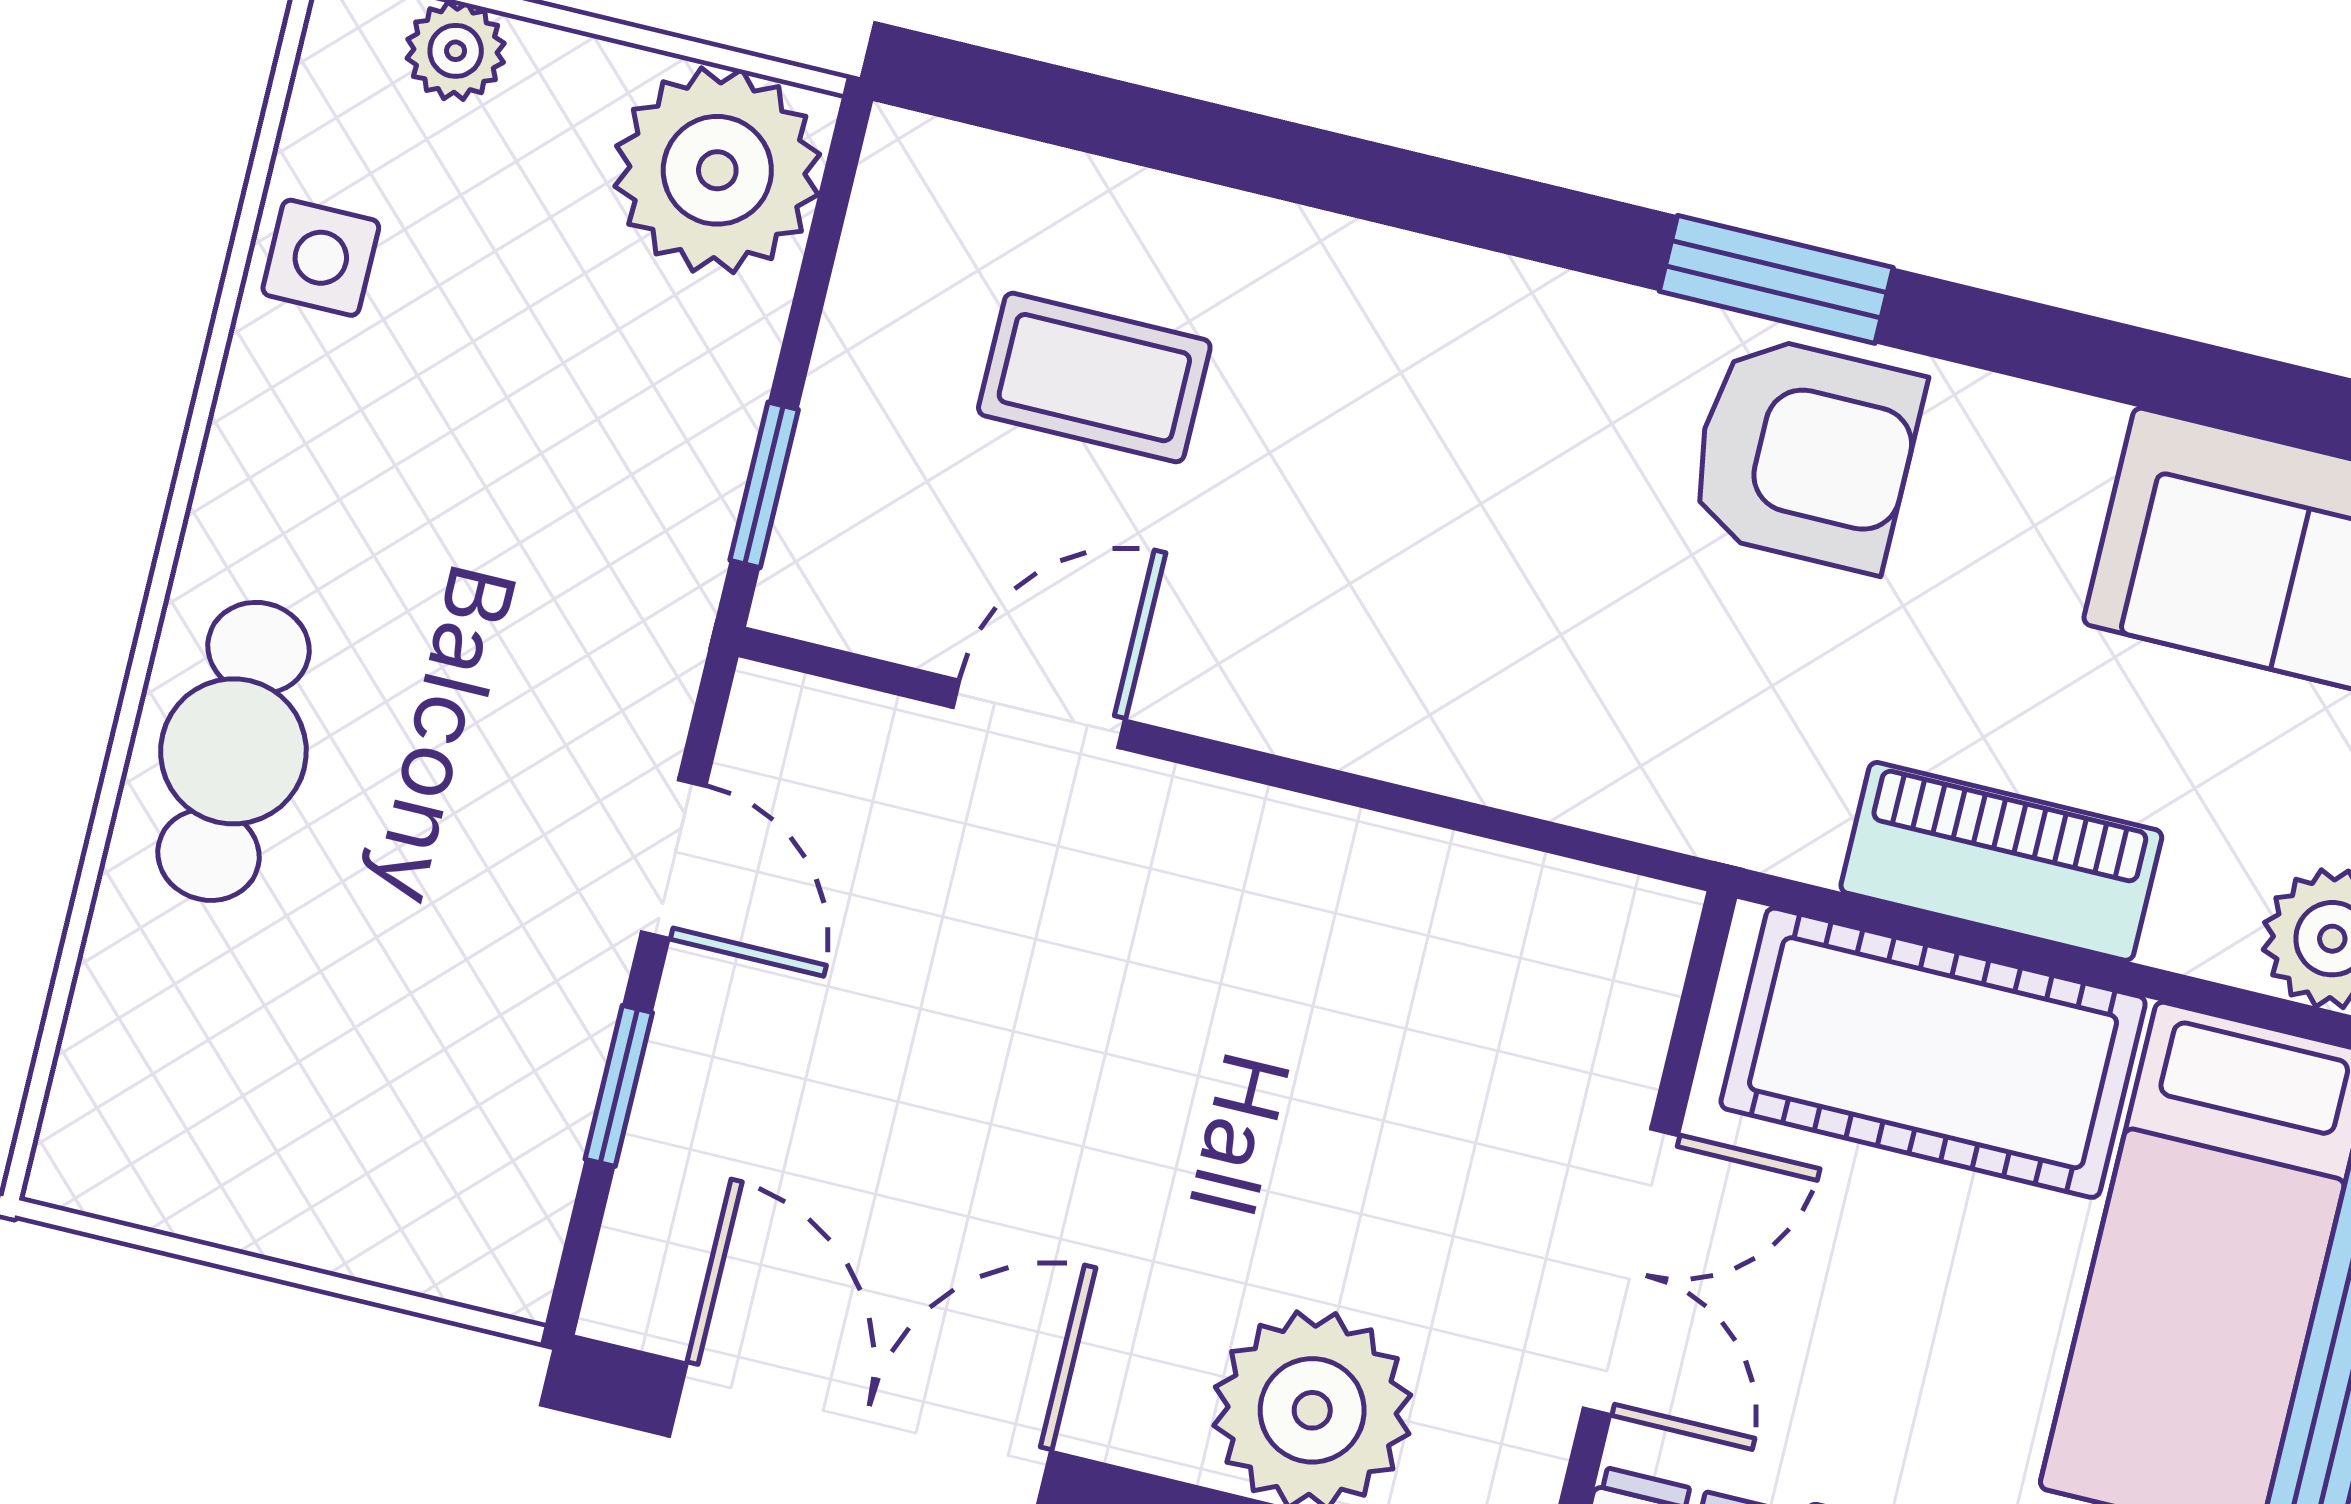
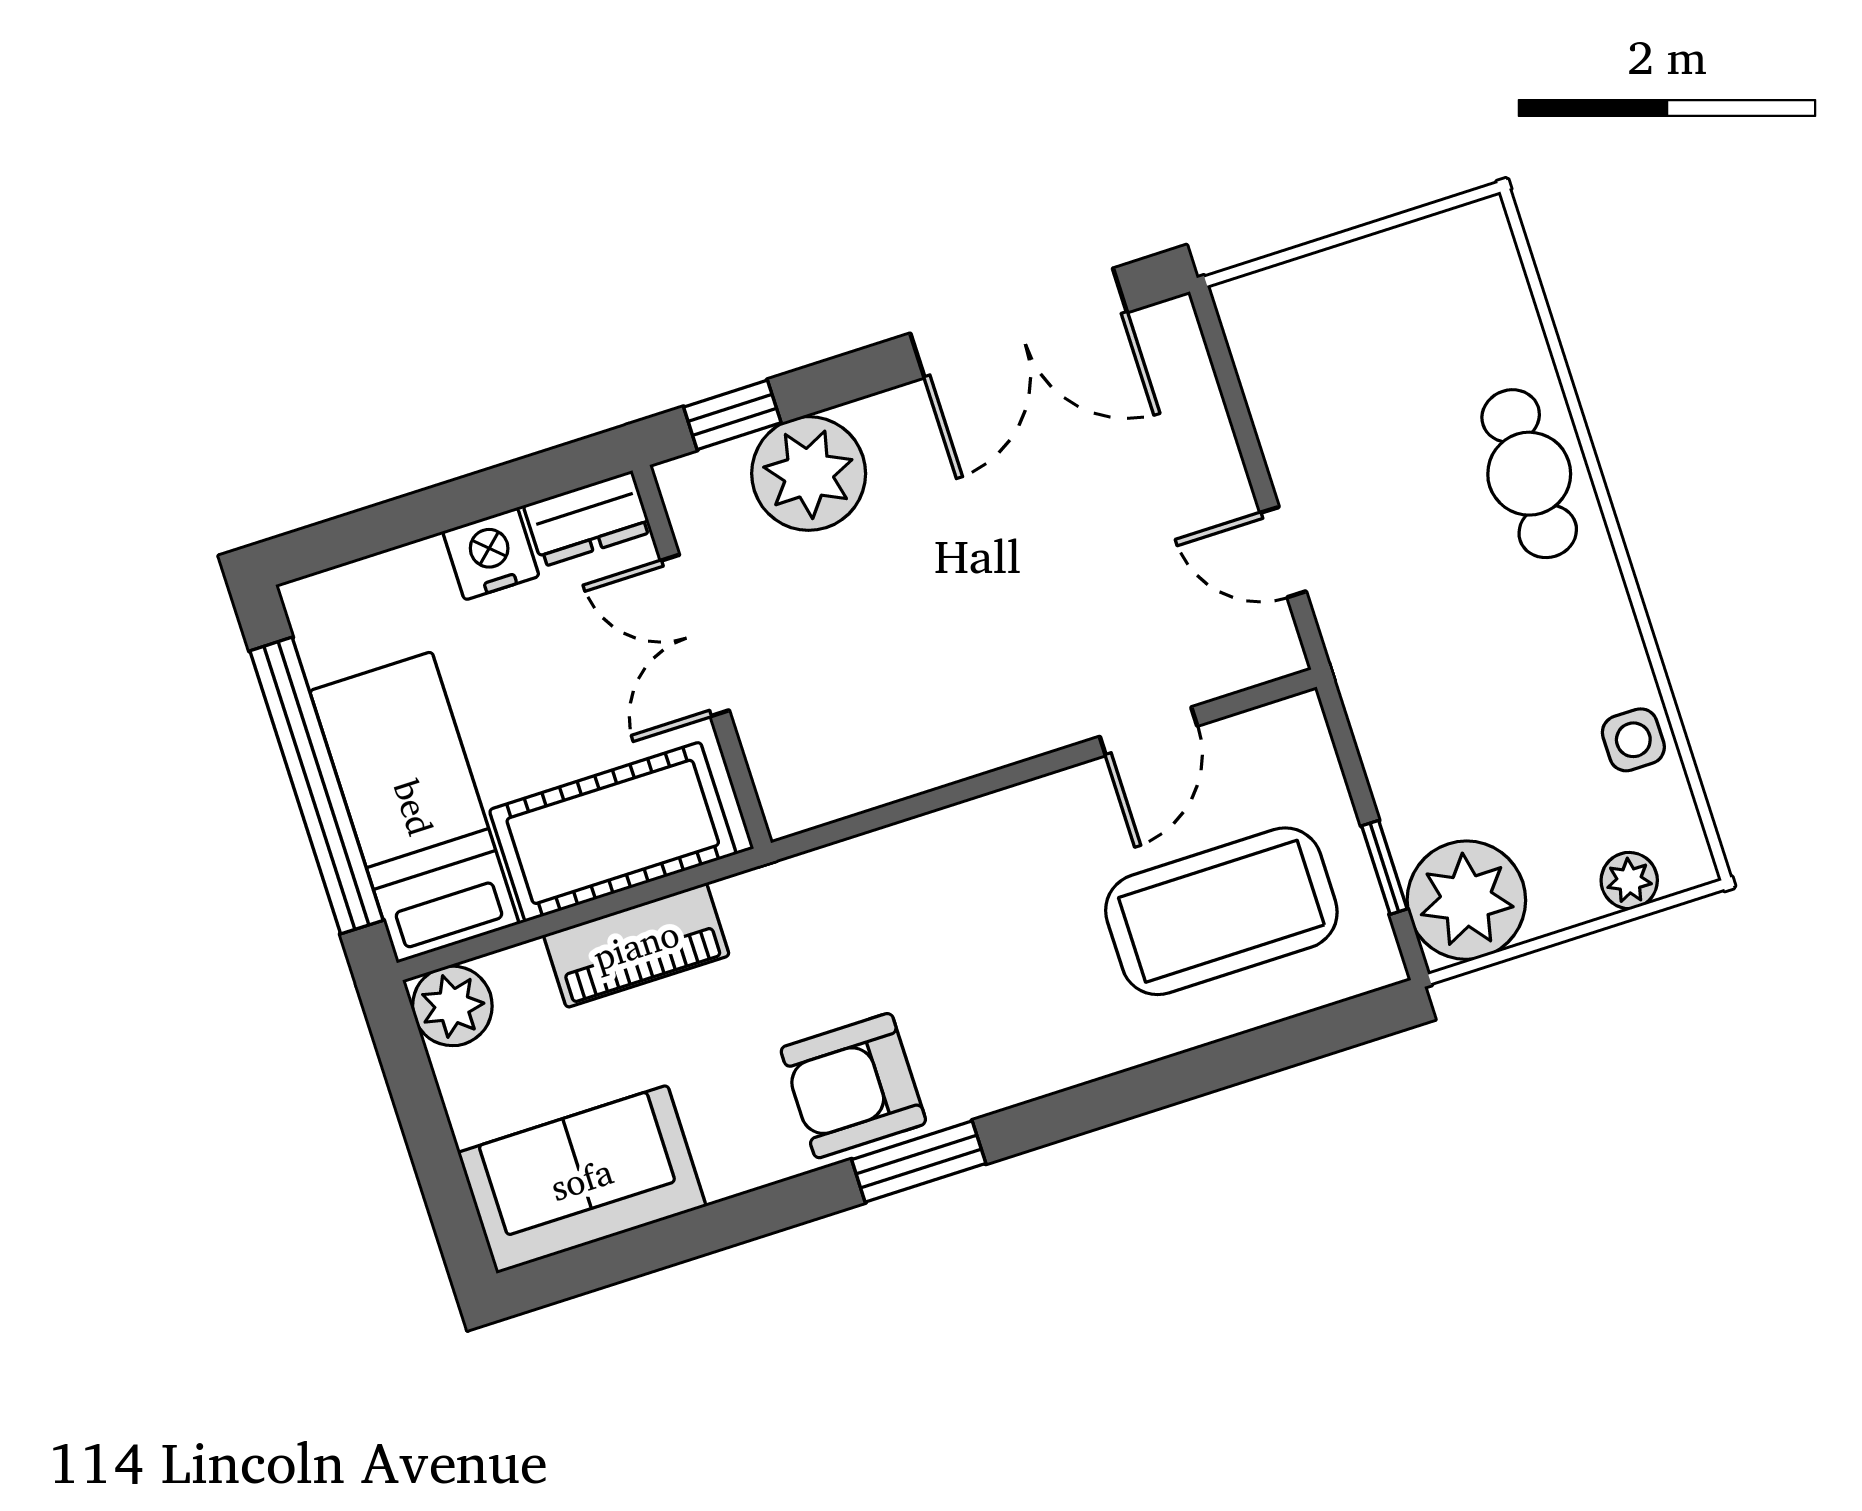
coffee table: (1094, 378) -> (1221, 911), width x1.86, depth x1.72
window: (764, 485) -> (1384, 867), moved
window: (619, 1086) -> (1242, 425), removed

